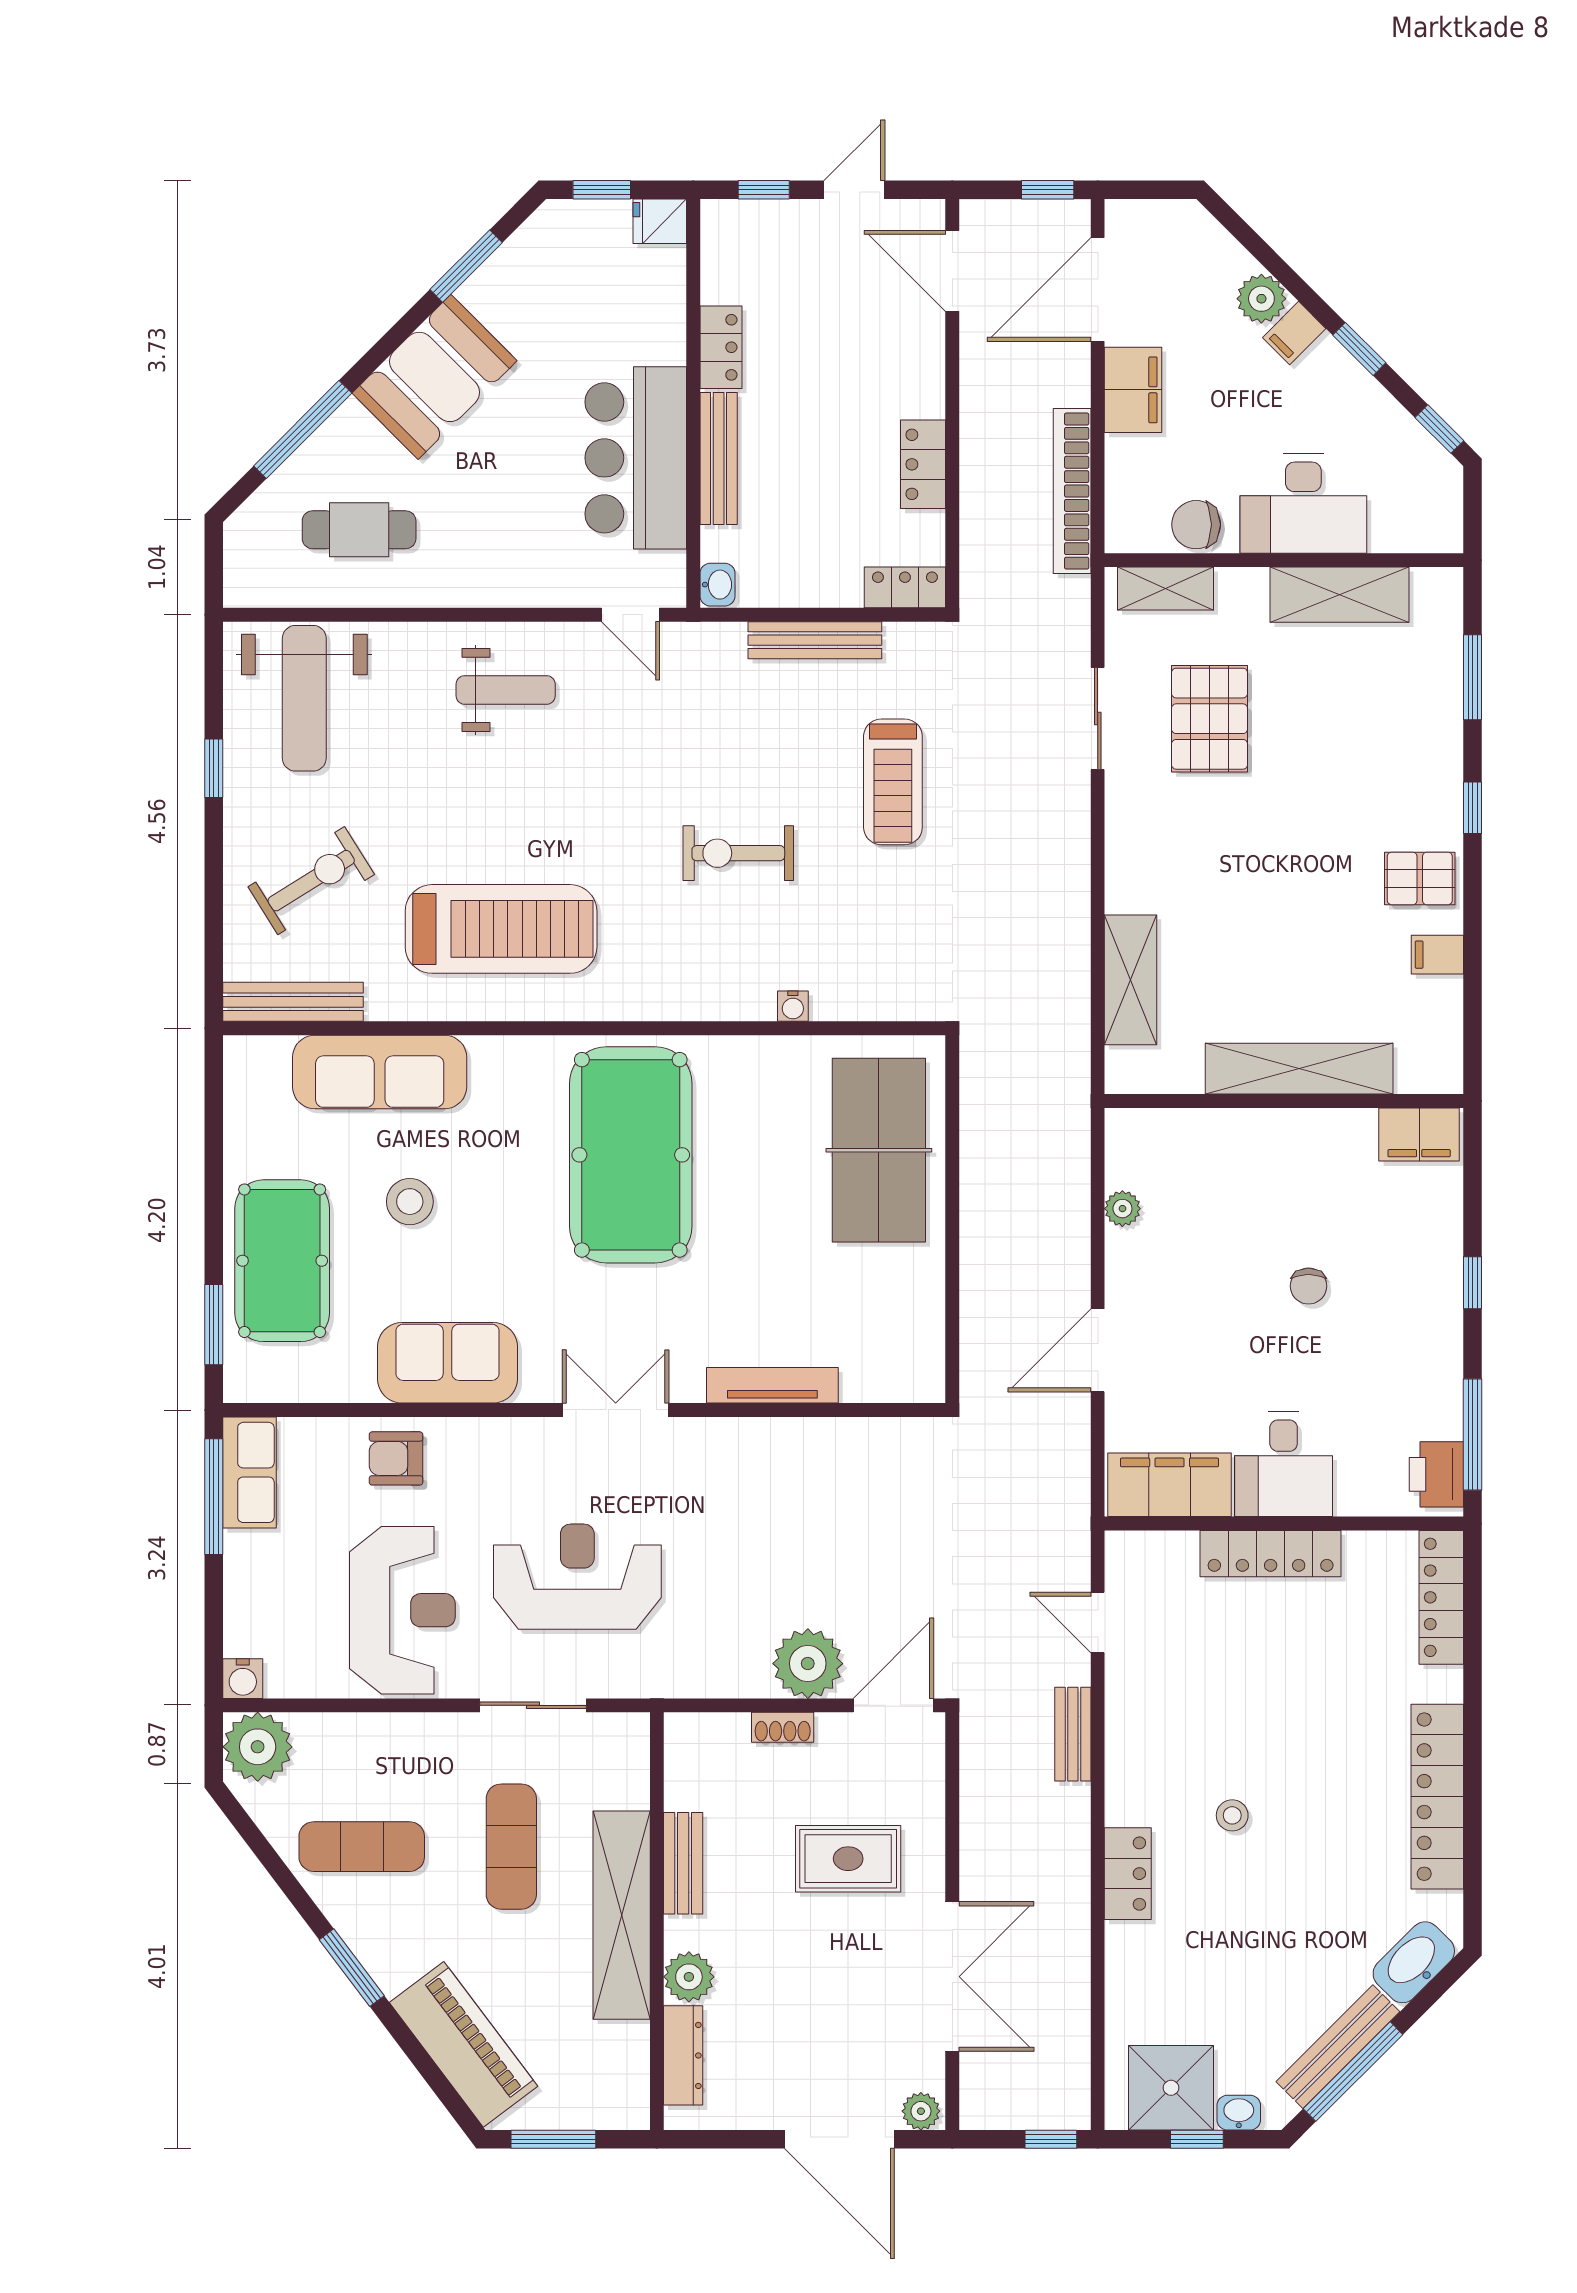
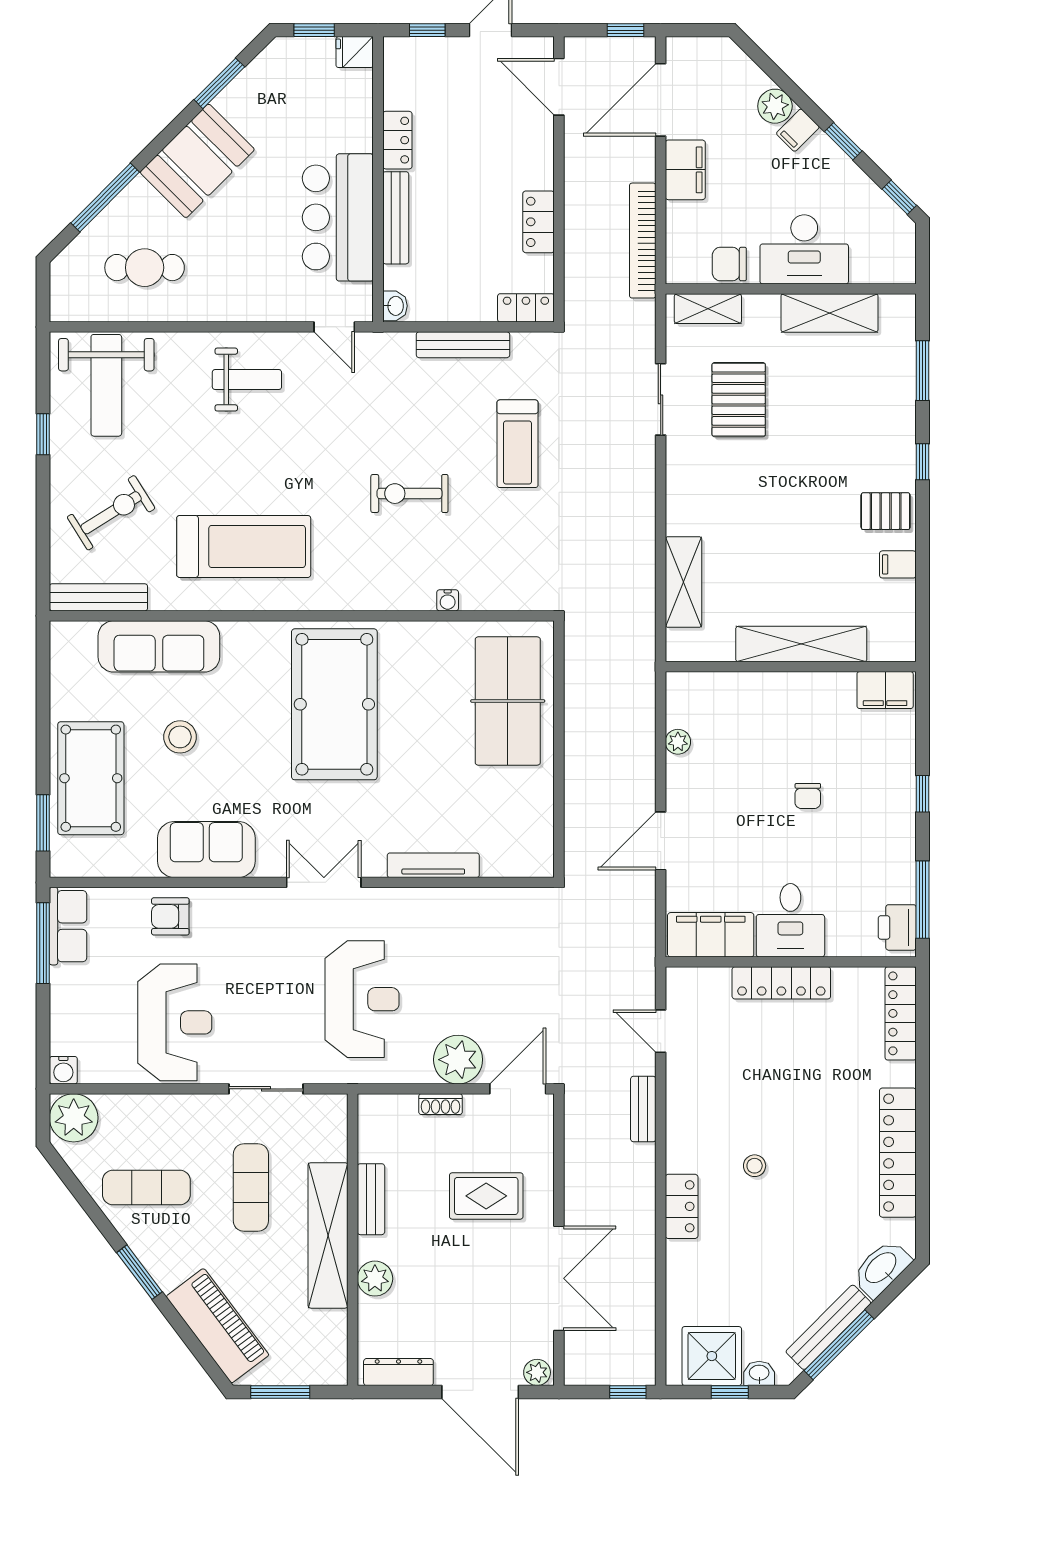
reception desk: (577, 1577) -> (362, 999), moved, turned 90
dresser: (683, 2055) -> (398, 1372), moved, turned -90

